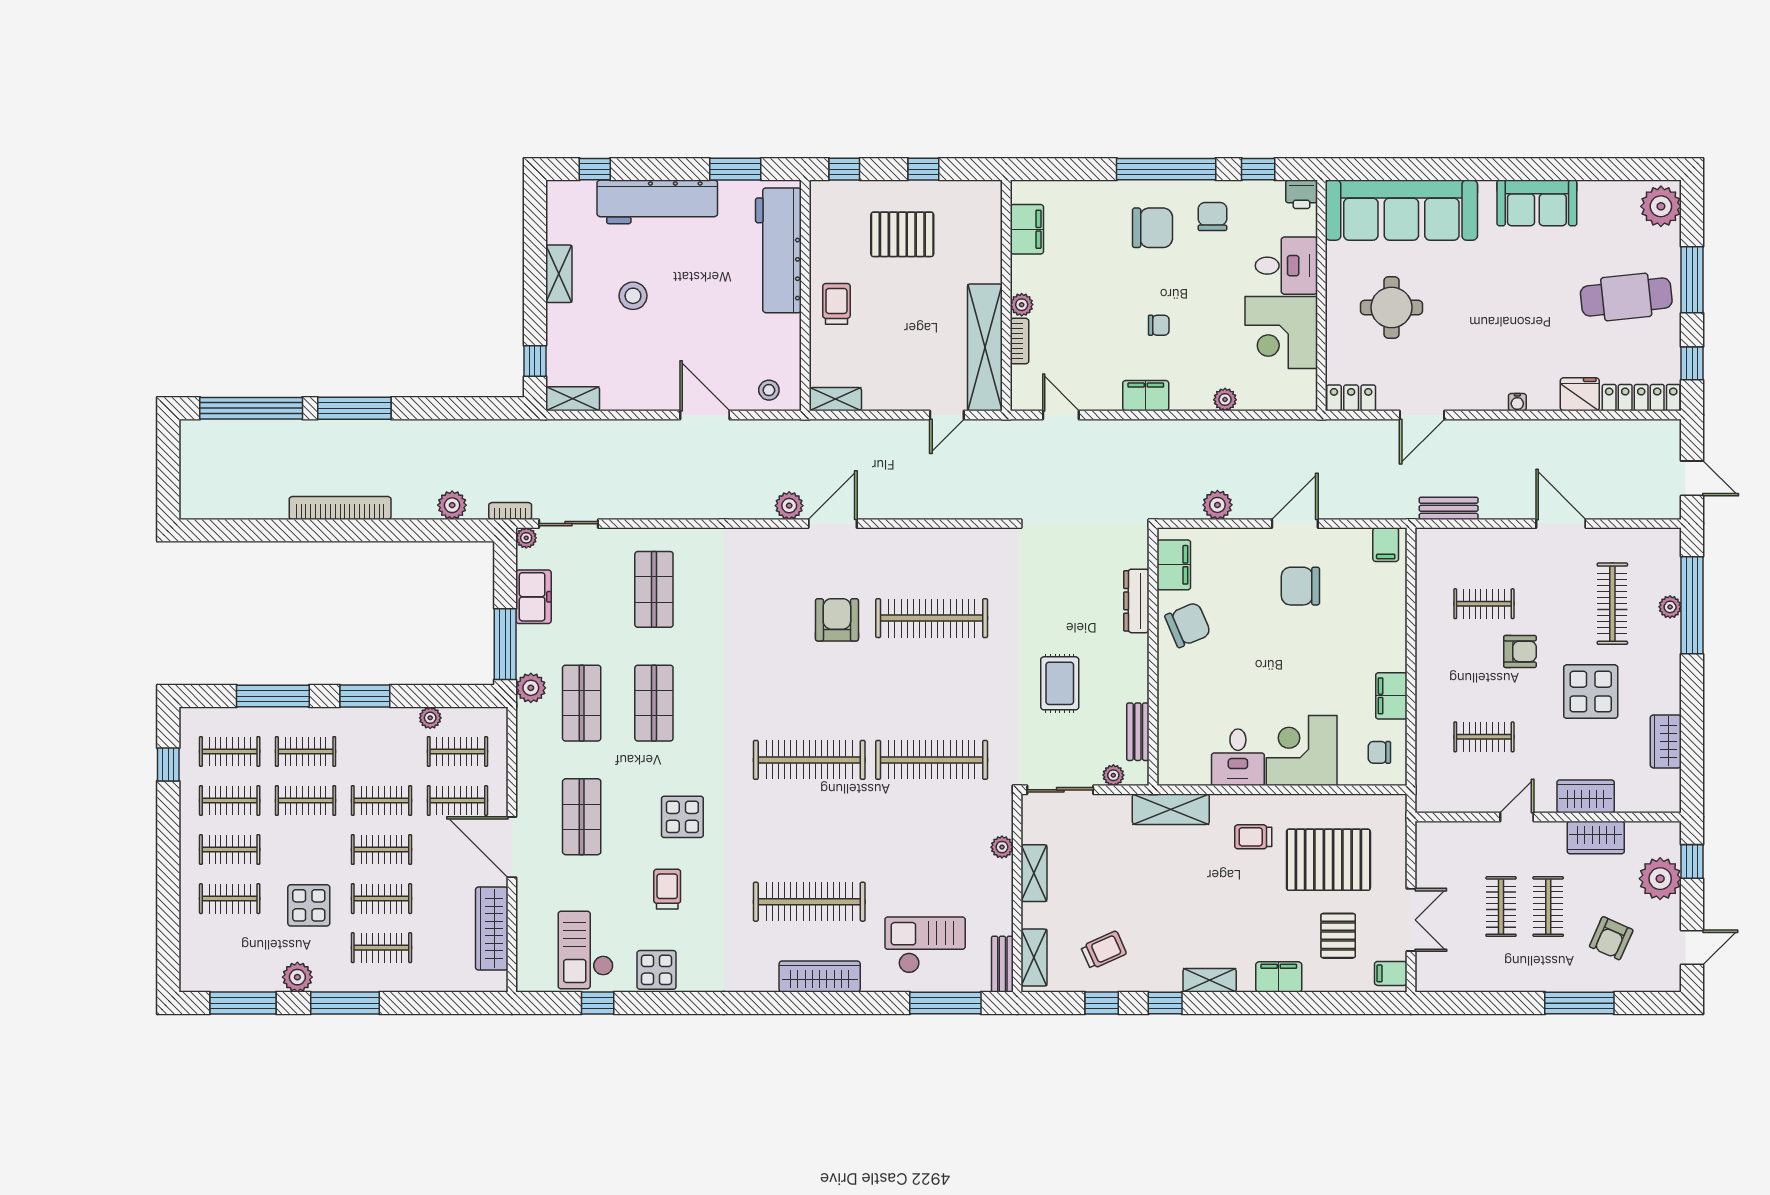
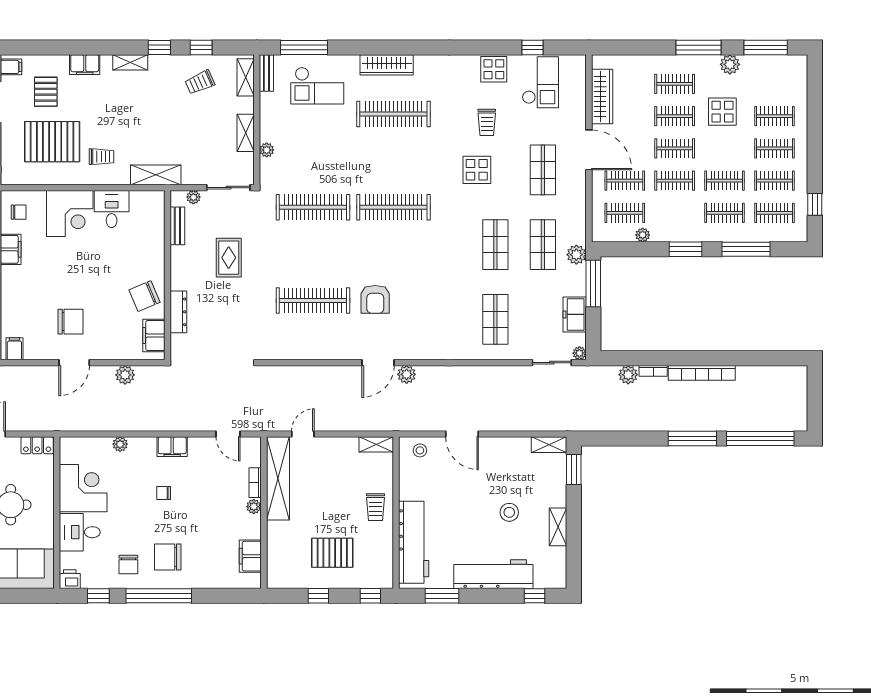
window: (535, 361) -> (574, 469), width x1.50
bookcase: (510, 511) -> (653, 371), moved

